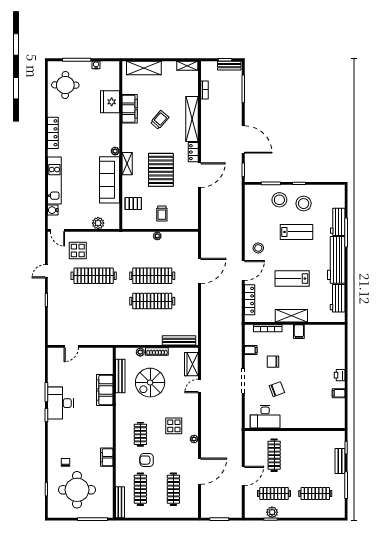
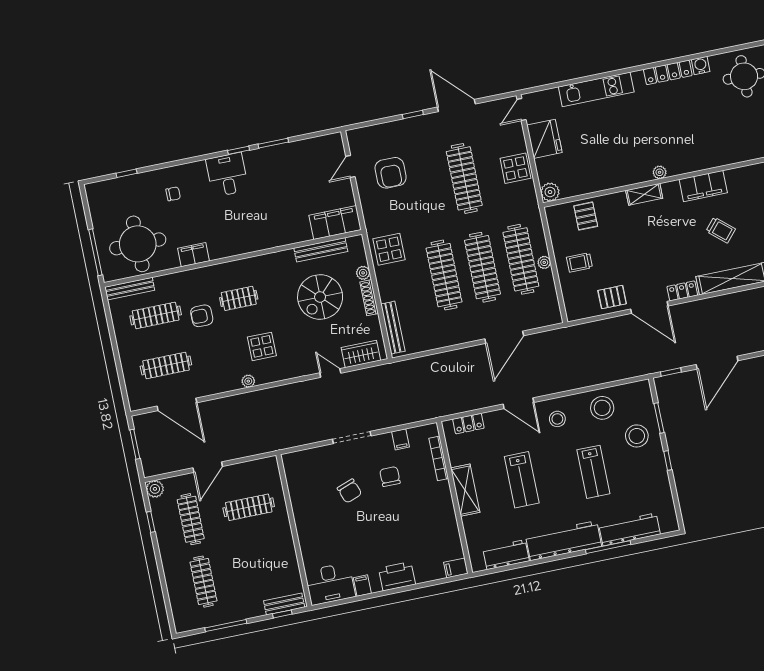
fridge: (110, 102) -> (544, 139), moved, turned 90
filing cabinet: (130, 109) -> (703, 186), moved
pallet: (161, 170) -> (612, 297), moved, width x0.49, depth x0.50
sofa: (110, 180) -> (614, 173), removed
stool: (304, 204) -> (602, 408), moved
water cooler: (53, 210) -> (701, 66), moved
workbench: (338, 222) -> (629, 529), width x1.38
plant: (98, 223) -> (550, 192), moved
display table: (78, 250) -> (515, 168), moved
clothes rail: (152, 250) -> (521, 259), added
door: (46, 271) -> (456, 106), width x1.88
door: (200, 271) -> (504, 337), hinge flipped
lab bench: (292, 279) -> (522, 480), turned 180
locker: (250, 300) -> (468, 424), width x0.66
armchair: (80, 322) -> (391, 173), added
filing cabinet: (299, 332) -> (456, 568), moved
display table: (129, 333) -> (389, 249), added
door: (71, 346) -> (350, 166), hinge flipped
printer: (340, 375) -> (397, 576), width x1.87, depth x1.48
spiral stairs: (150, 383) -> (320, 297), turned -90
filing cabinet: (105, 390) -> (335, 223), moved
desk: (60, 403) -> (227, 175), moved, width x0.73
desk: (265, 417) -> (330, 584), moved, turned -90
armchair: (147, 460) -> (202, 316), turned -90
bench: (340, 461) -> (284, 604), moved
door: (200, 471) -> (177, 404), moved
door: (243, 476) -> (208, 467), hinge flipped
round table: (77, 490) -> (138, 244), moved
plant: (272, 512) -> (155, 489), moved

